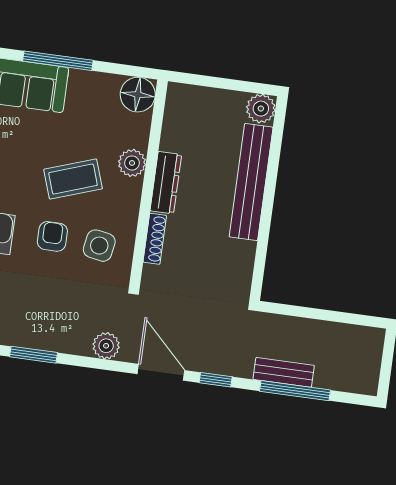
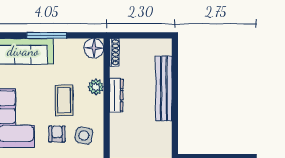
plant: (261, 109) -> (164, 47), removed
coffee table: (73, 179) -> (64, 100), turned -71
shoe rack: (155, 239) -> (114, 52), moved

